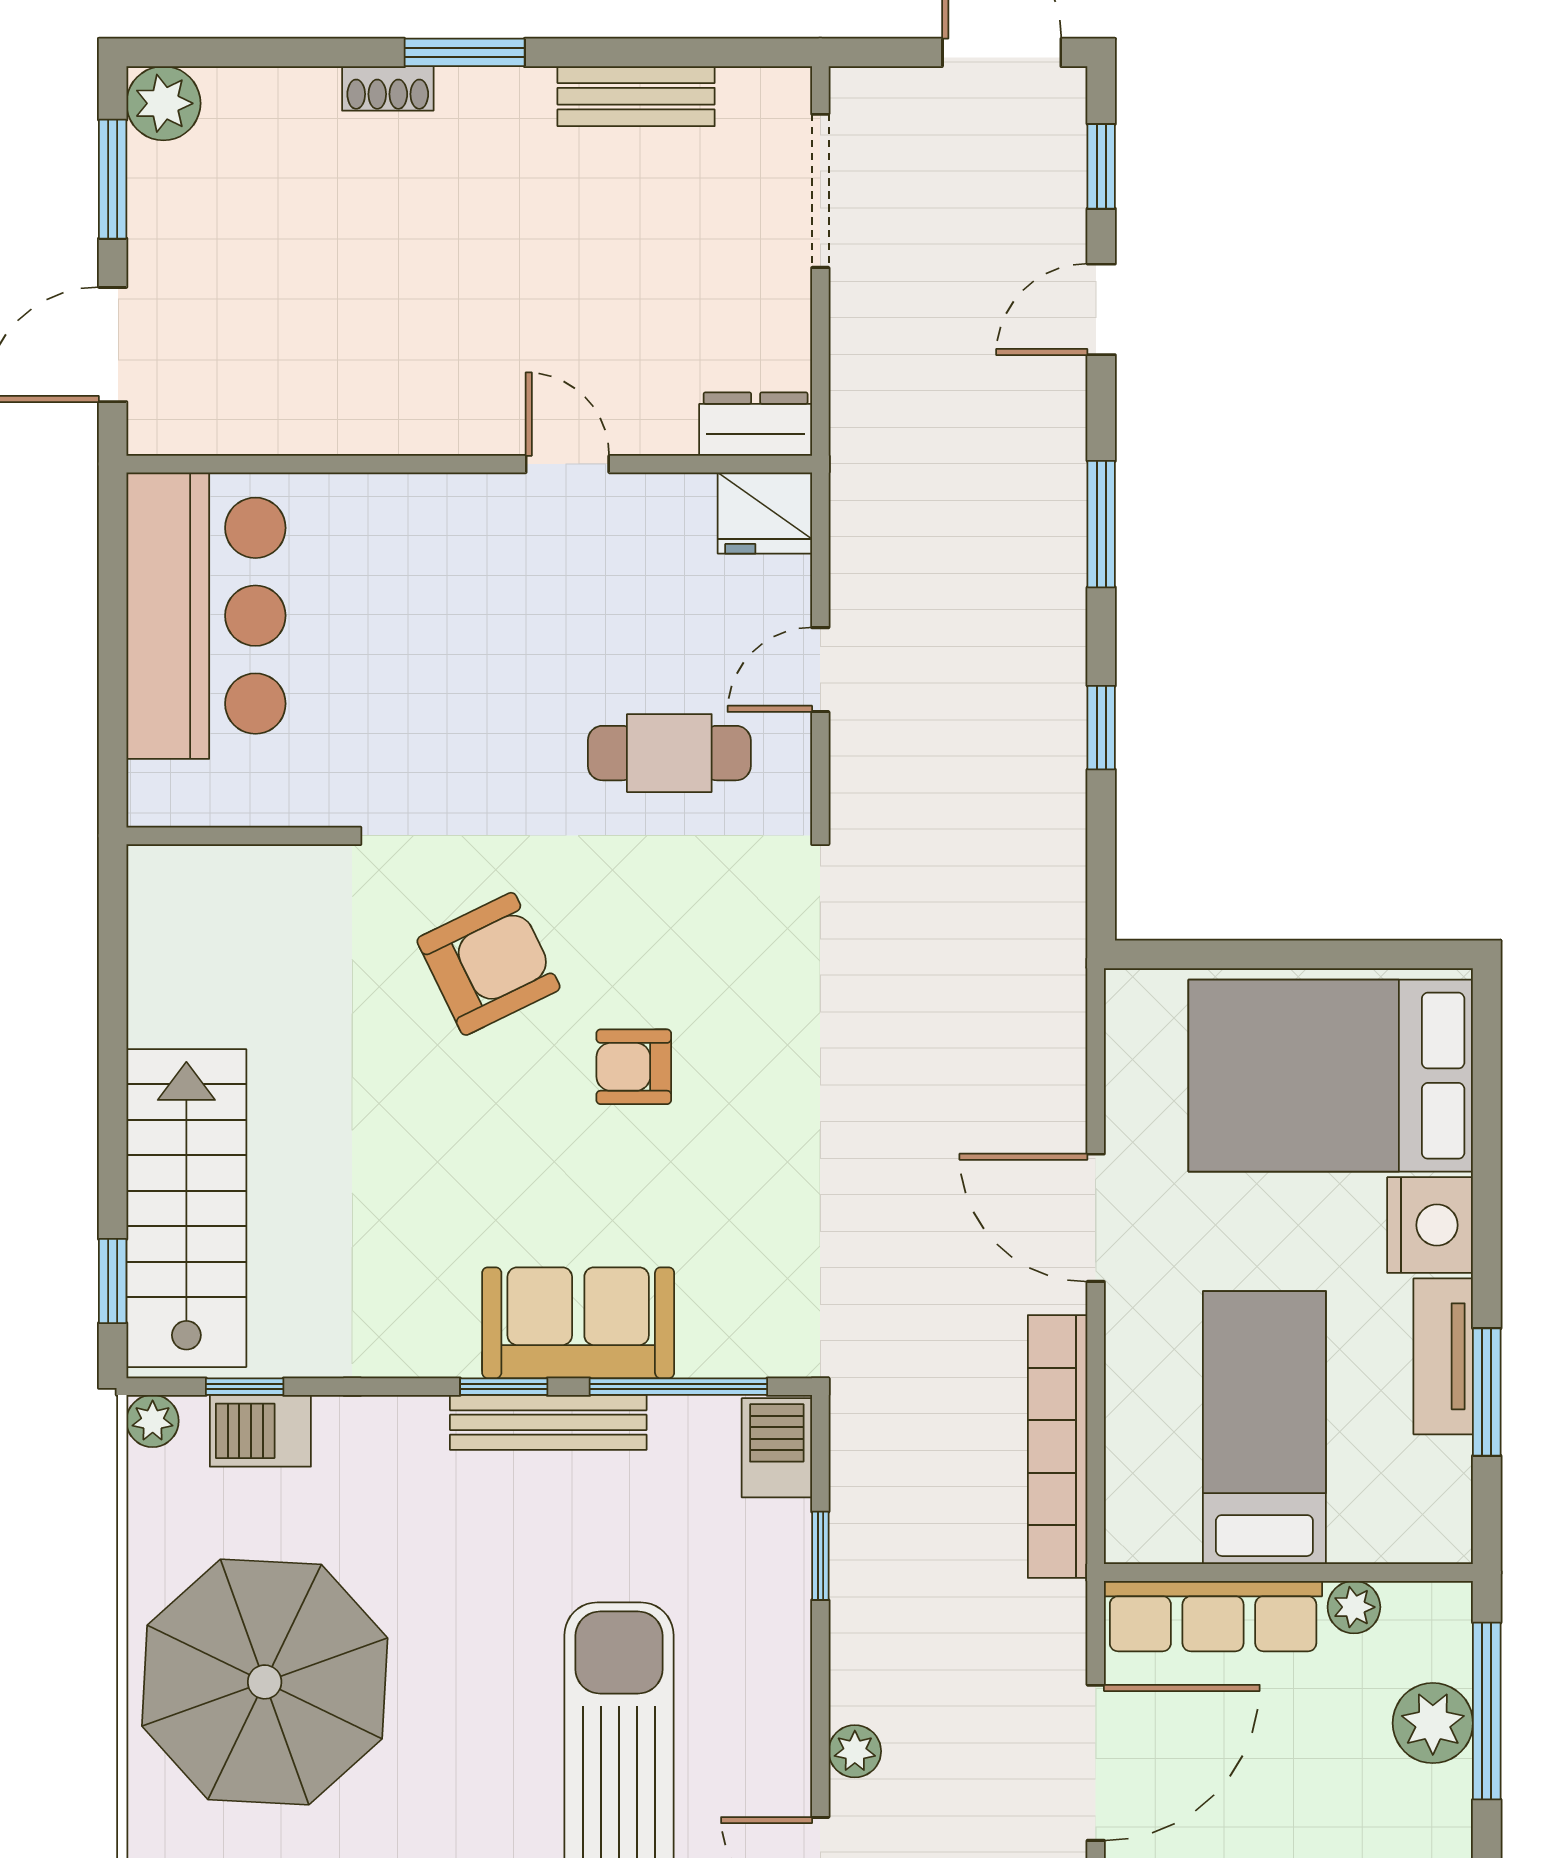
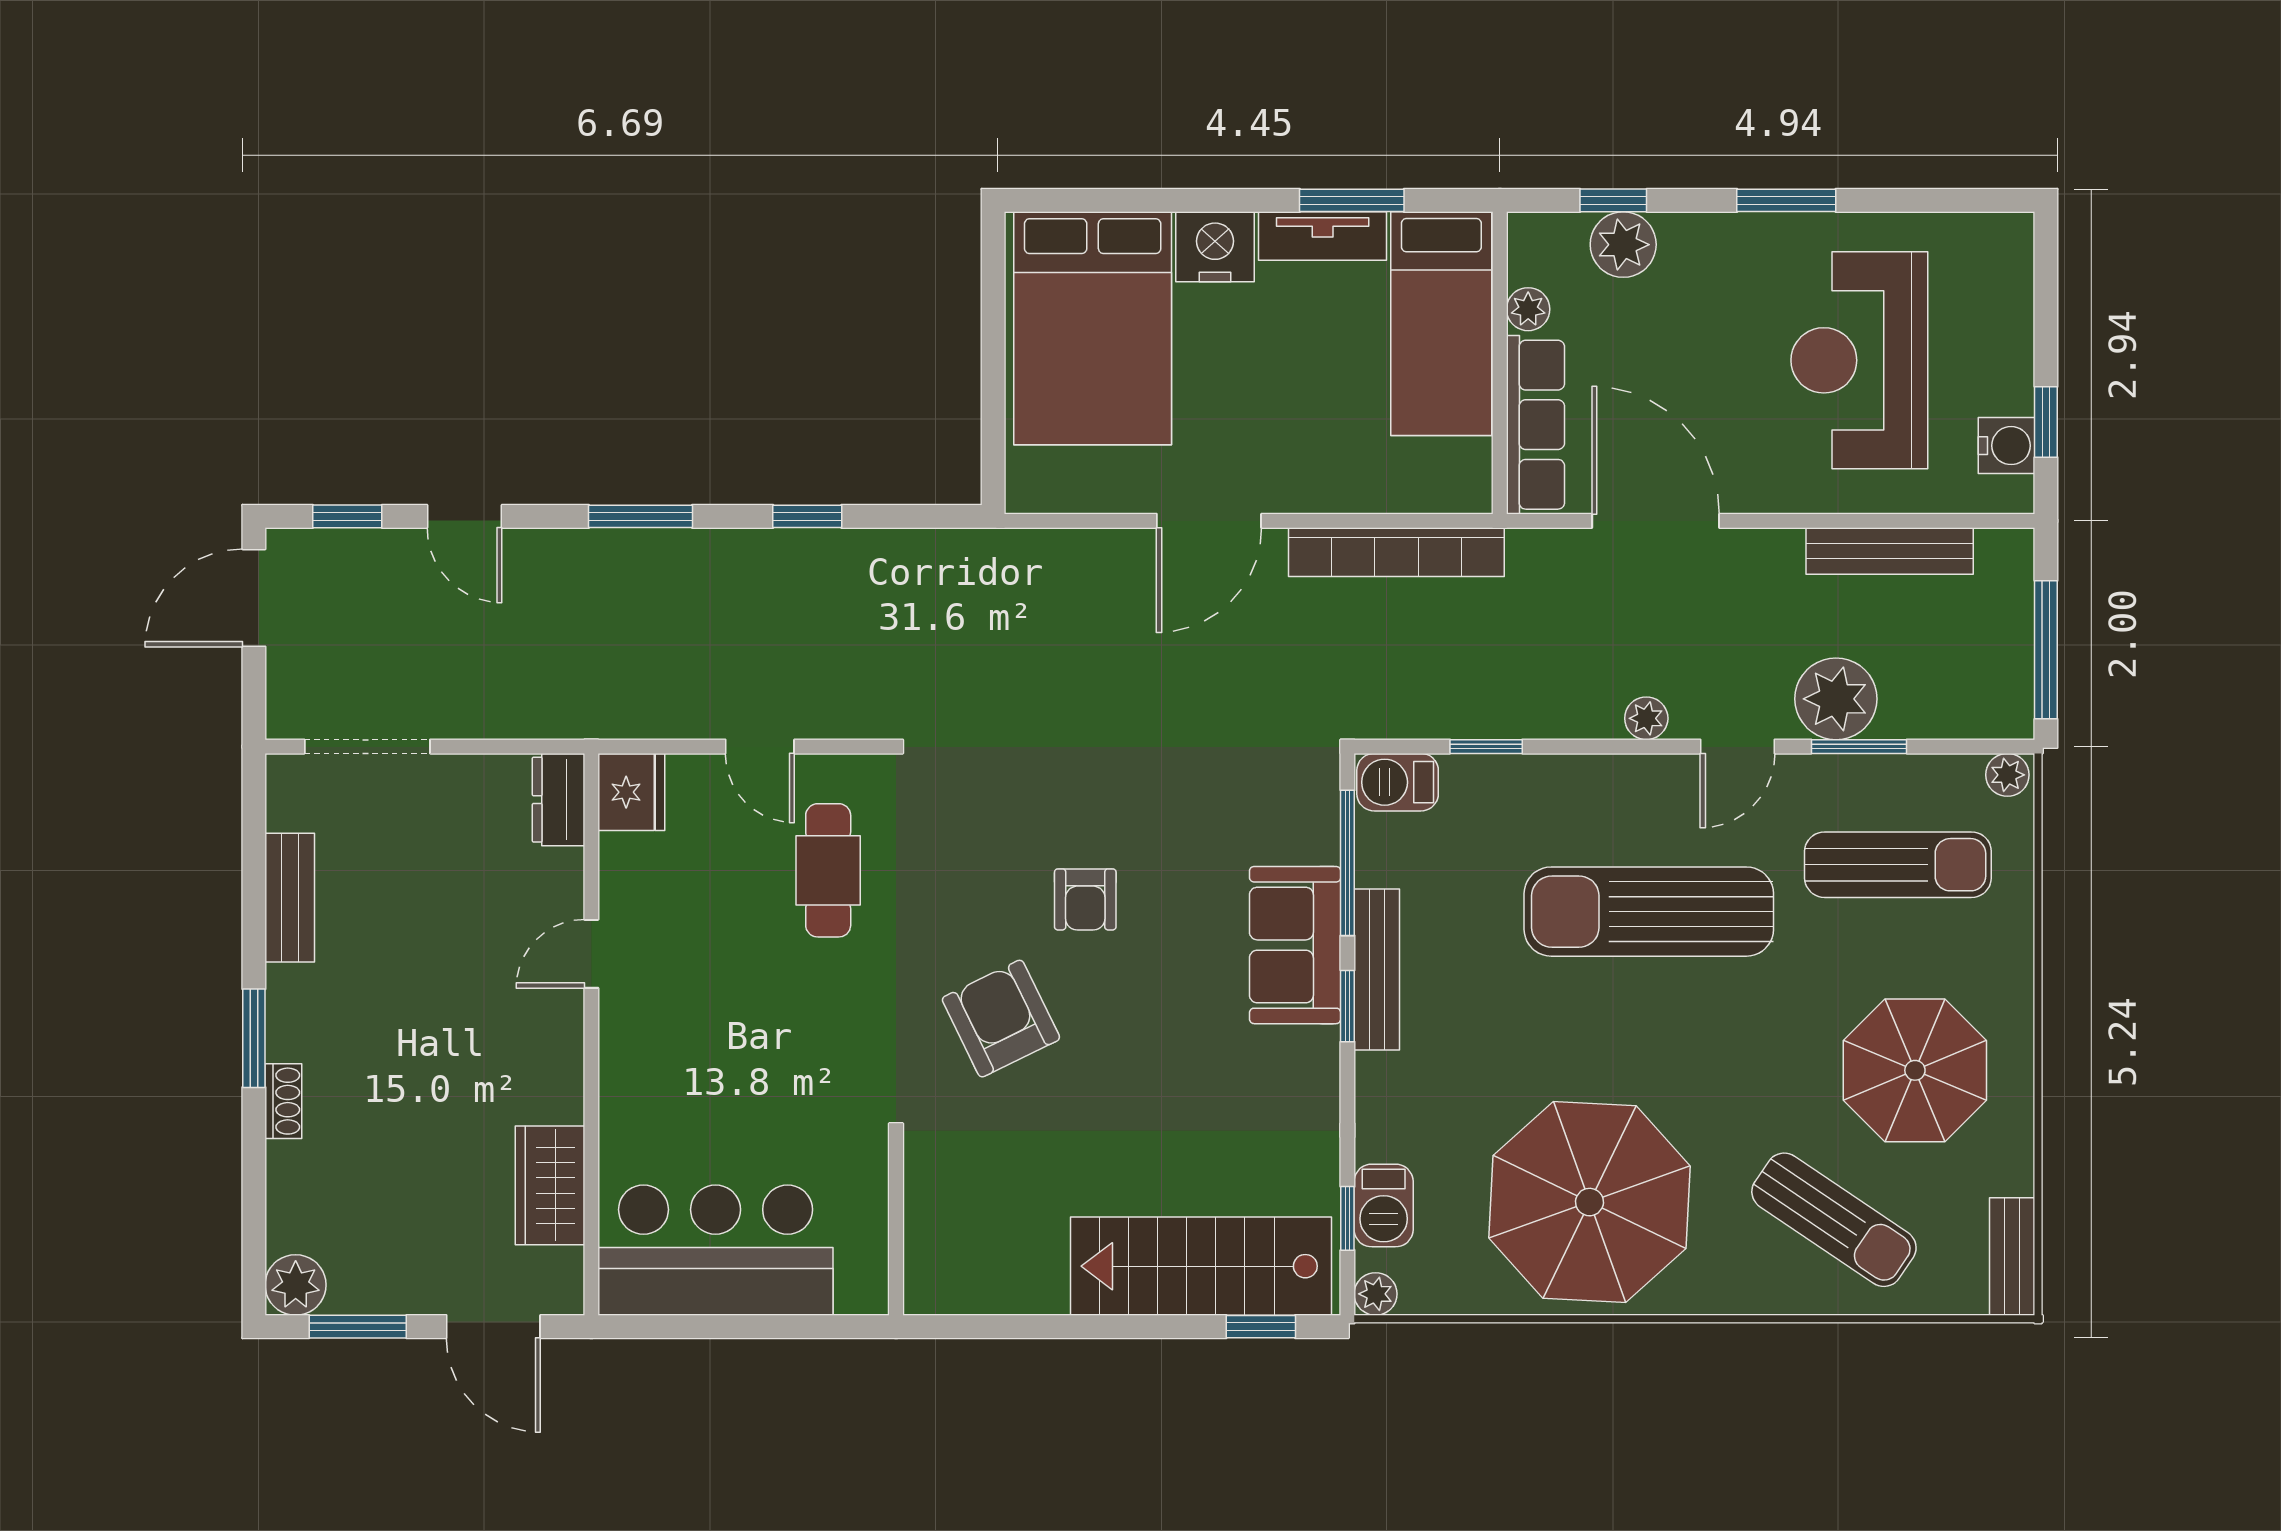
wardrobe: (285, 414) -> (550, 1185), added
bed: (1264, 1428) -> (1441, 324), moved, turned -90
window: (1487, 1711) -> (1613, 200), width x0.46

